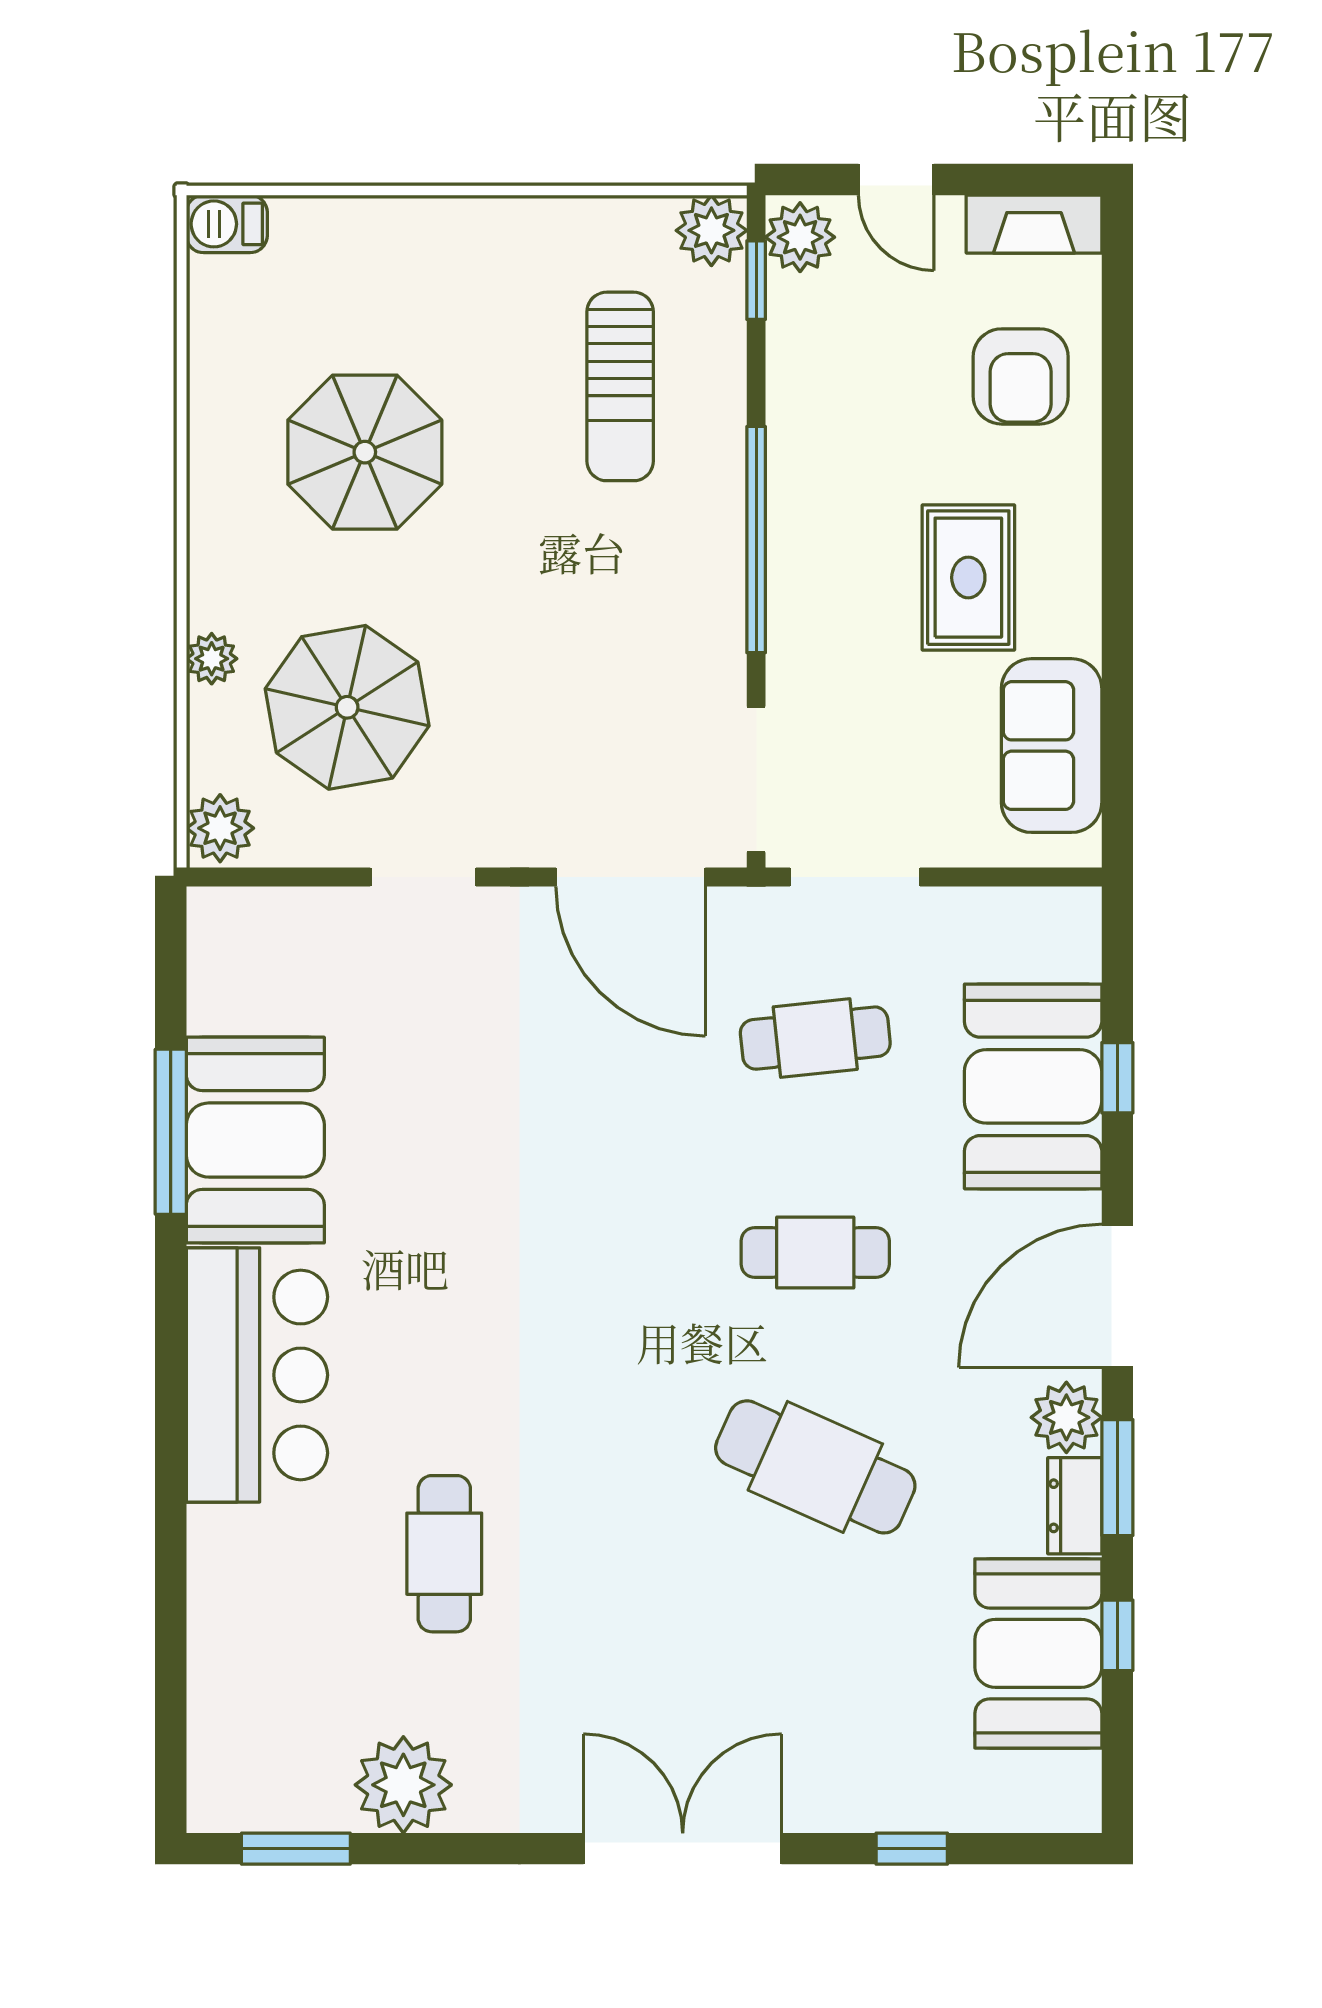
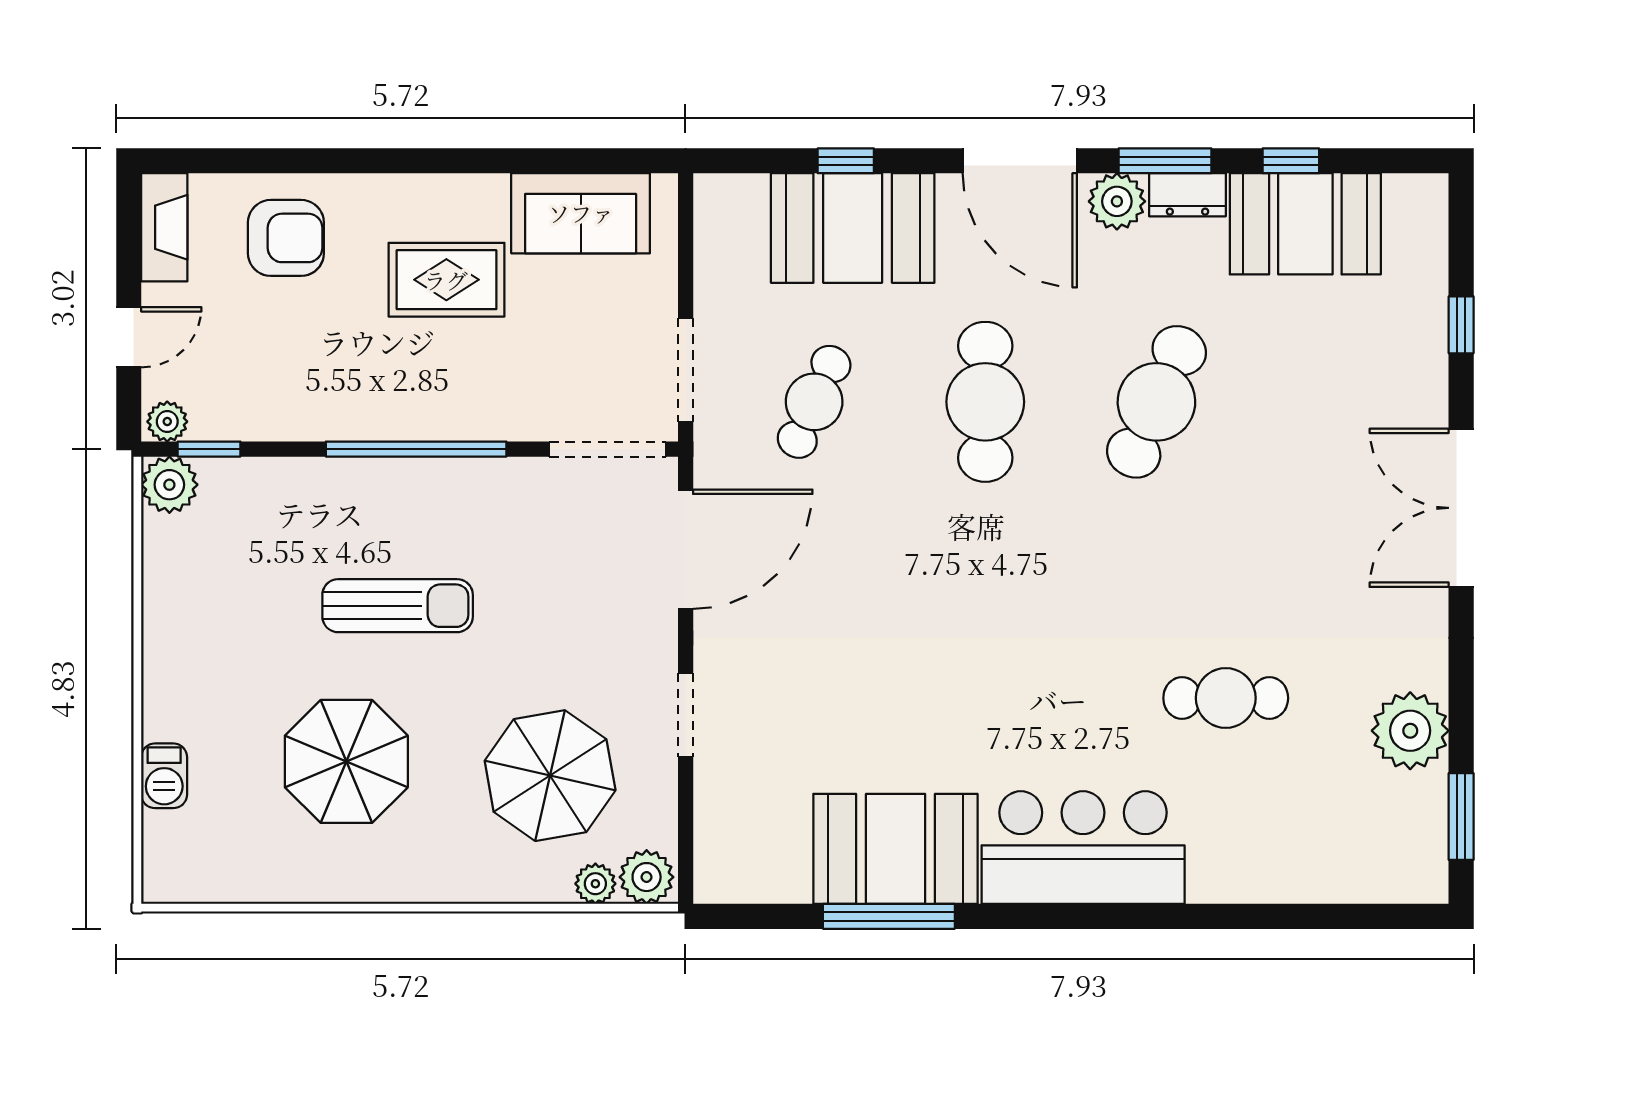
barbecue: (227, 224) -> (164, 776), moved
plant: (800, 237) -> (167, 422), width x0.73, depth x0.73
sun lounger: (620, 386) -> (398, 606), moved
plant: (212, 659) -> (595, 884), moved
cafe table: (815, 1038) -> (814, 402), turned 30
cafe table: (815, 1253) -> (985, 402), width x1.37, depth x1.35

